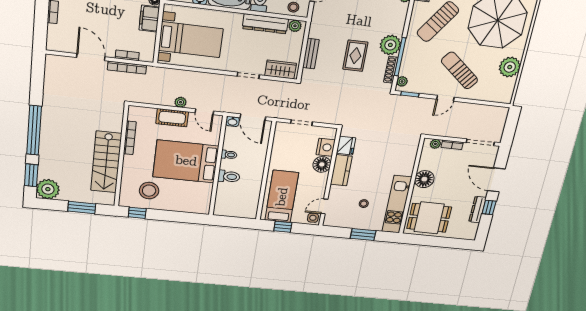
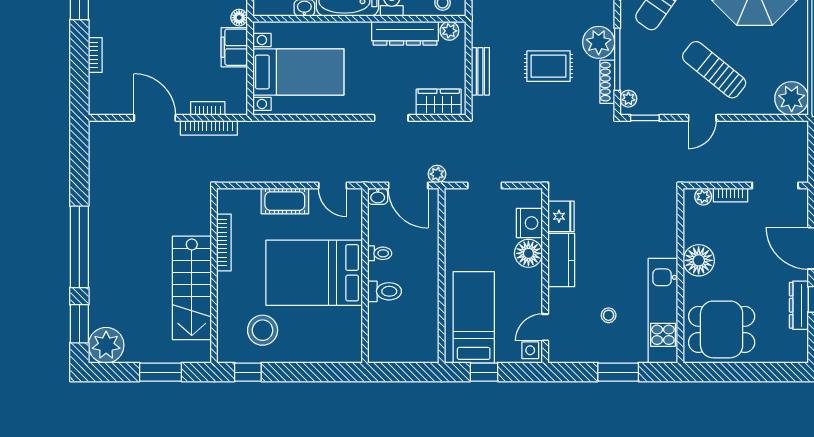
rug: (355, 56) -> (549, 66), turned 90
plant: (510, 67) -> (792, 98), moved
plant: (181, 102) -> (437, 174), moved

